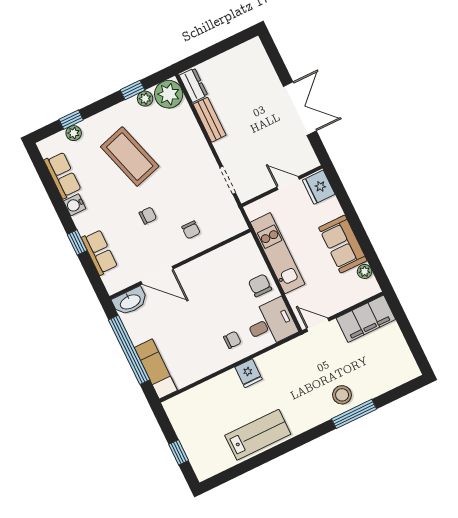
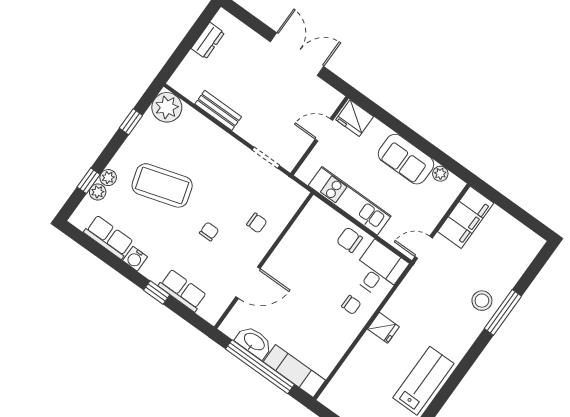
dresser: (193, 85) -> (208, 41), moved, turned 90
plant: (145, 99) -> (108, 178), moved
washbasin: (130, 301) -> (254, 342), moved, turned -90
chair: (232, 340) -> (351, 305), turned 90

